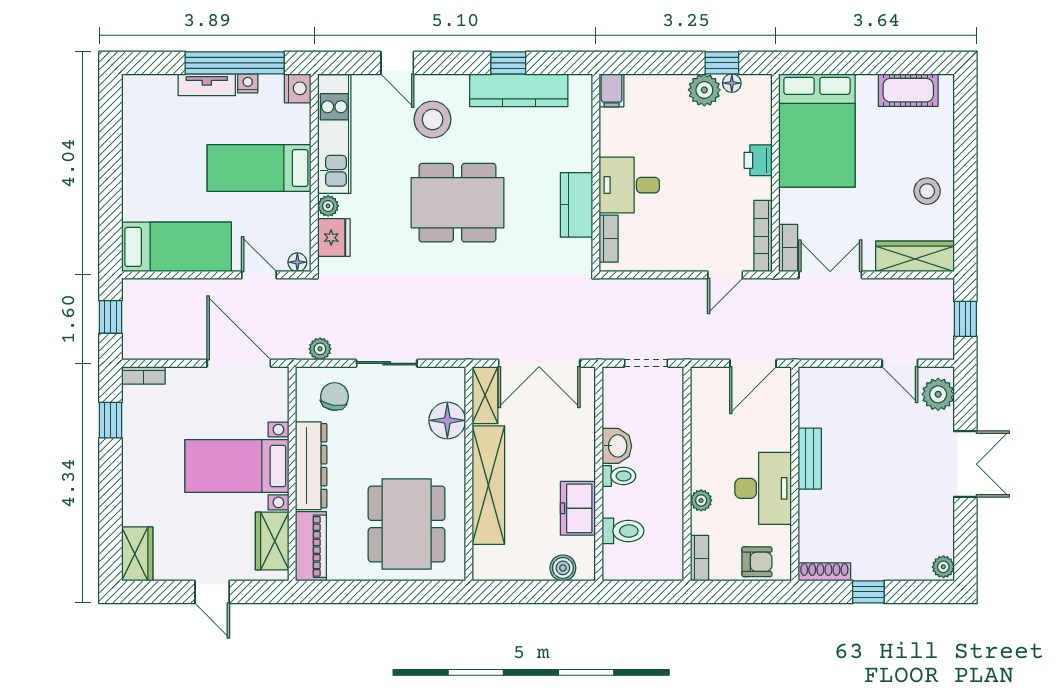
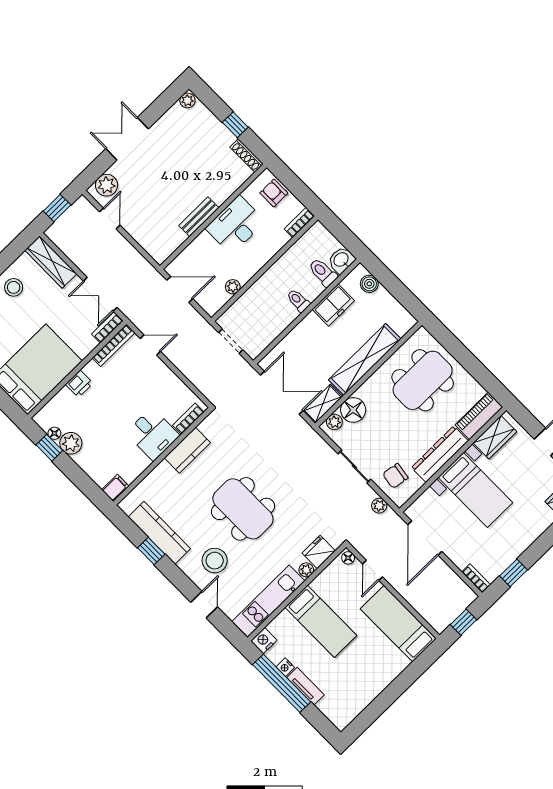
plant: (454, 388) -> (334, 422), added
washbasin: (617, 446) -> (341, 260), moved
plant: (701, 500) -> (233, 287), moved

